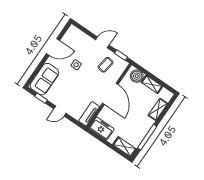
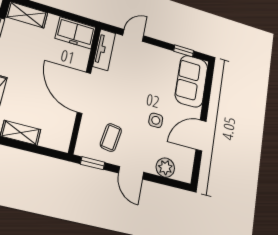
plant: (82, 38) -> (165, 168), added
door: (102, 42) -> (131, 173), hinge flipped
boiler: (137, 76) -> (52, 137), removed
door: (60, 111) -> (133, 35), moved

